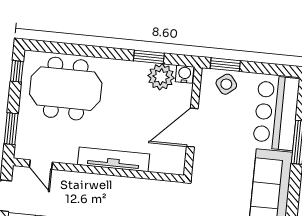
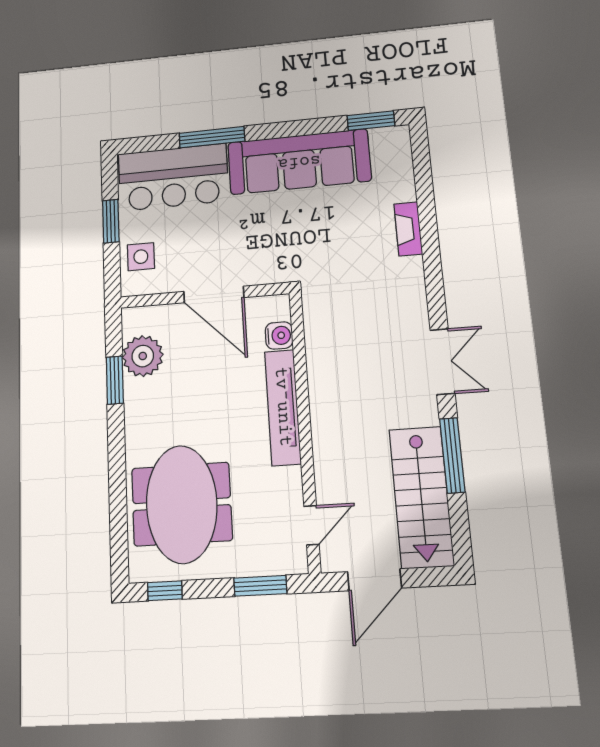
window: (225, 65) -> (111, 221), moved
water cooler: (185, 74) -> (279, 335), moved, turned 180
side table: (226, 84) -> (141, 257), turned 38

